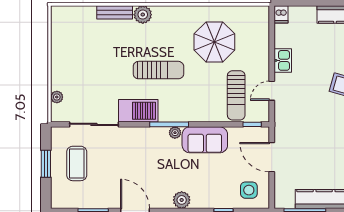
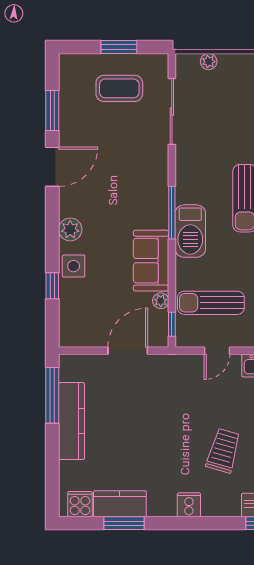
door: (272, 91) -> (217, 351), swing flipped
barbecue: (138, 111) -> (190, 231), moved
plant: (175, 133) -> (161, 301), moved
side table: (249, 190) -> (74, 266), moved

